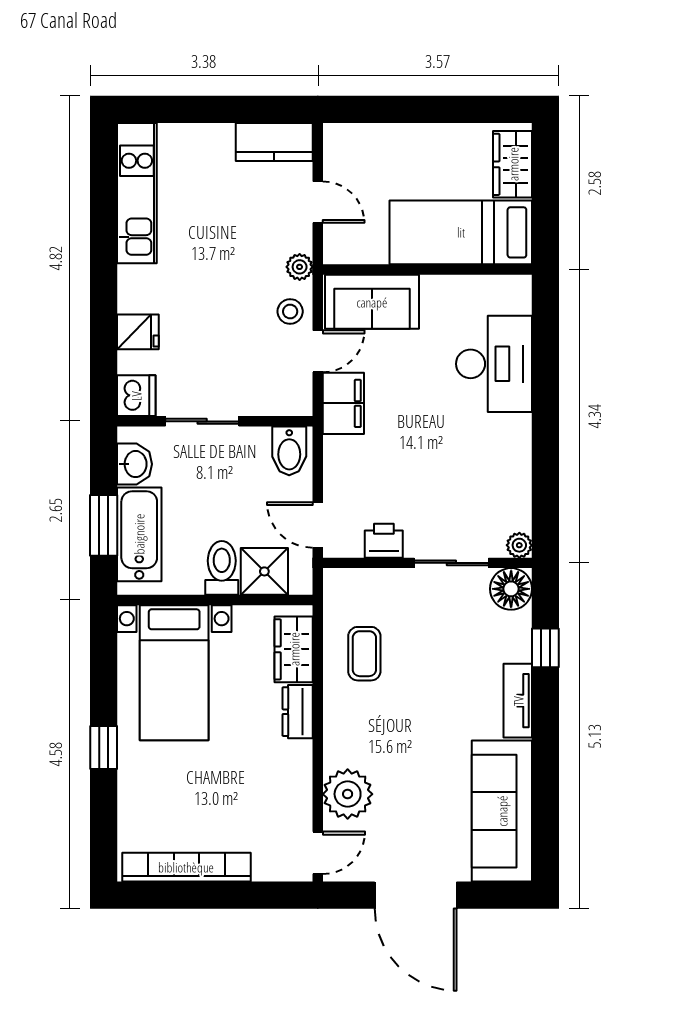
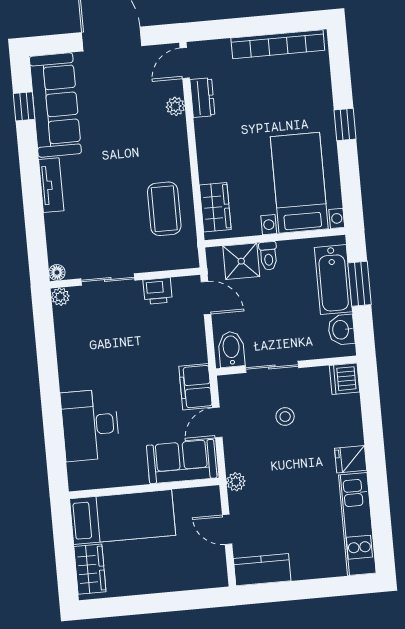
stool: (290, 311) -> (285, 417), moved
fridge: (138, 332) -> (351, 459), moved
sliding door: (202, 421) -> (272, 367), moved
toilet: (222, 568) -> (268, 256), width x0.73, depth x0.72
floor lamp: (511, 589) -> (57, 272), width x0.53, depth x0.53
window: (545, 648) -> (24, 106), moved
coffee table: (364, 654) -> (164, 209), width x1.36, depth x1.30
dresser: (298, 712) -> (202, 98), moved
plant: (348, 794) -> (175, 106), width x0.53, depth x0.53

